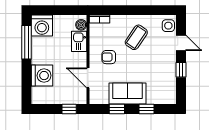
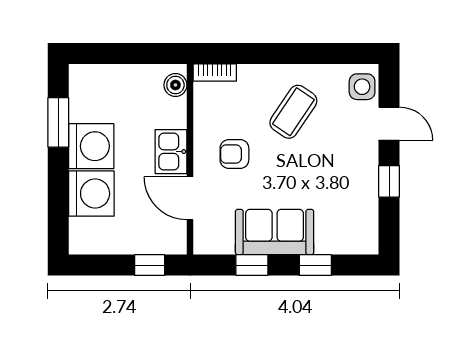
washing machine: (42, 26) -> (91, 146), moved, turned -90
kitchen sink: (79, 41) -> (171, 152), moved
window: (26, 42) -> (58, 122), width x0.69

